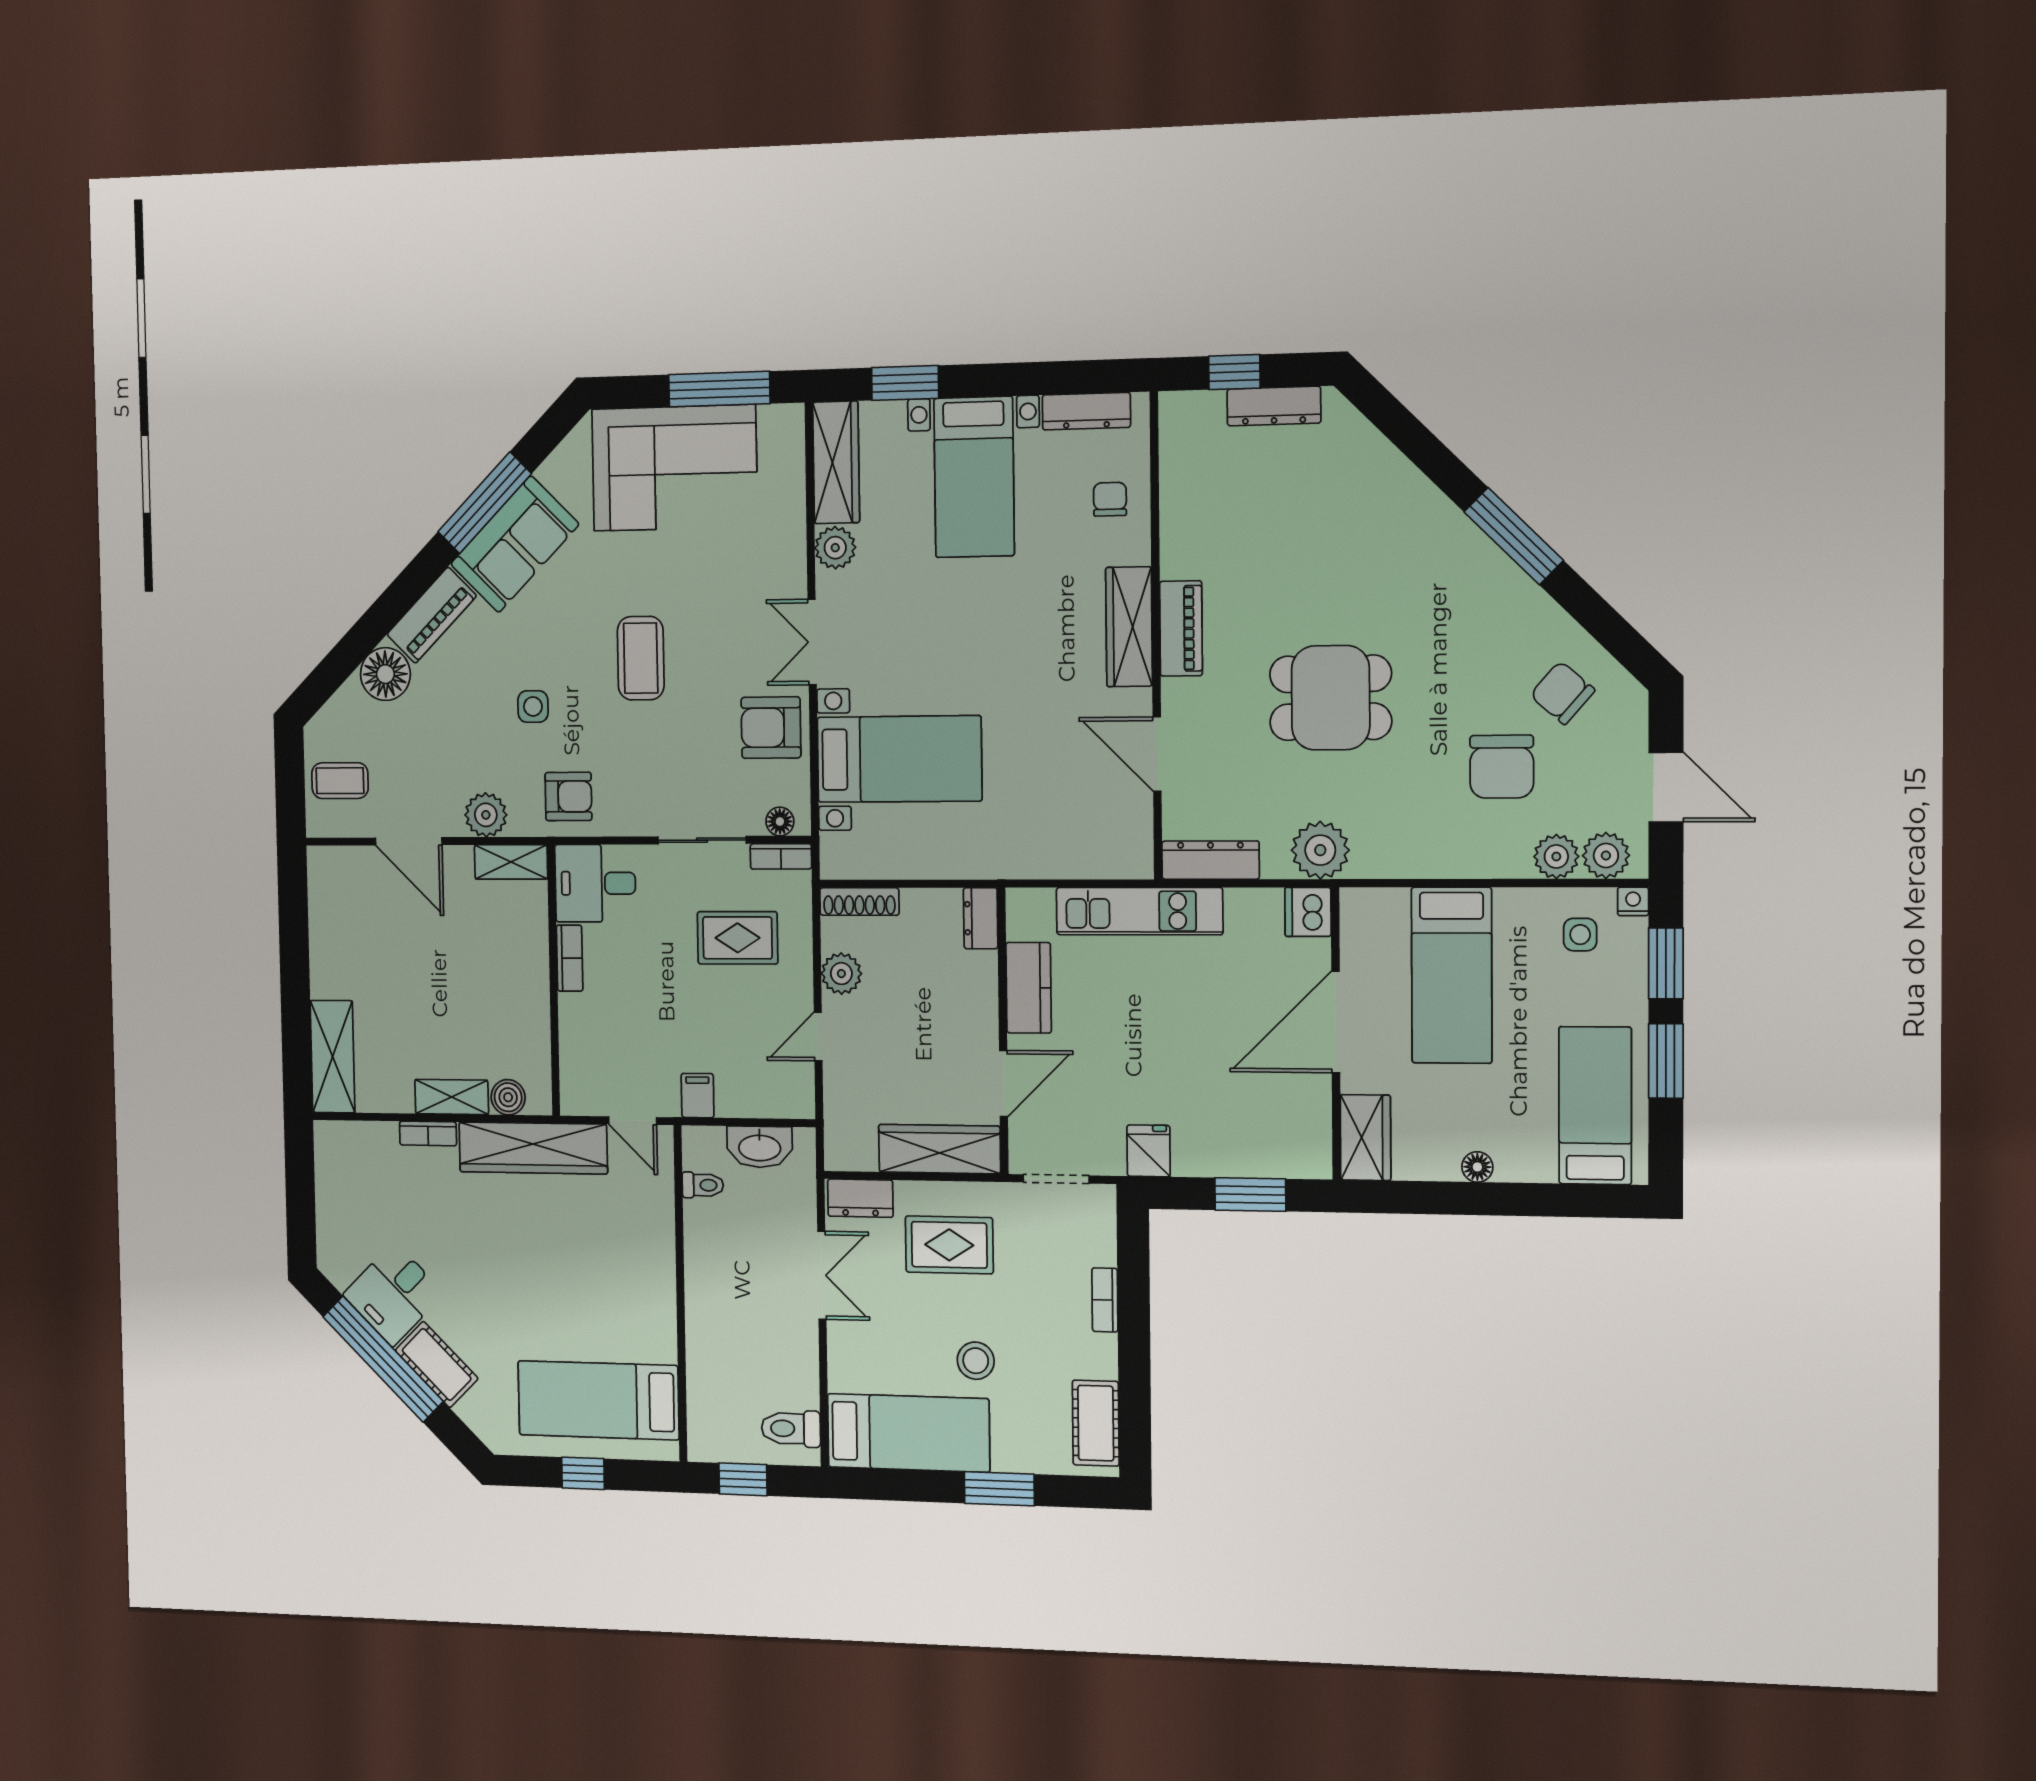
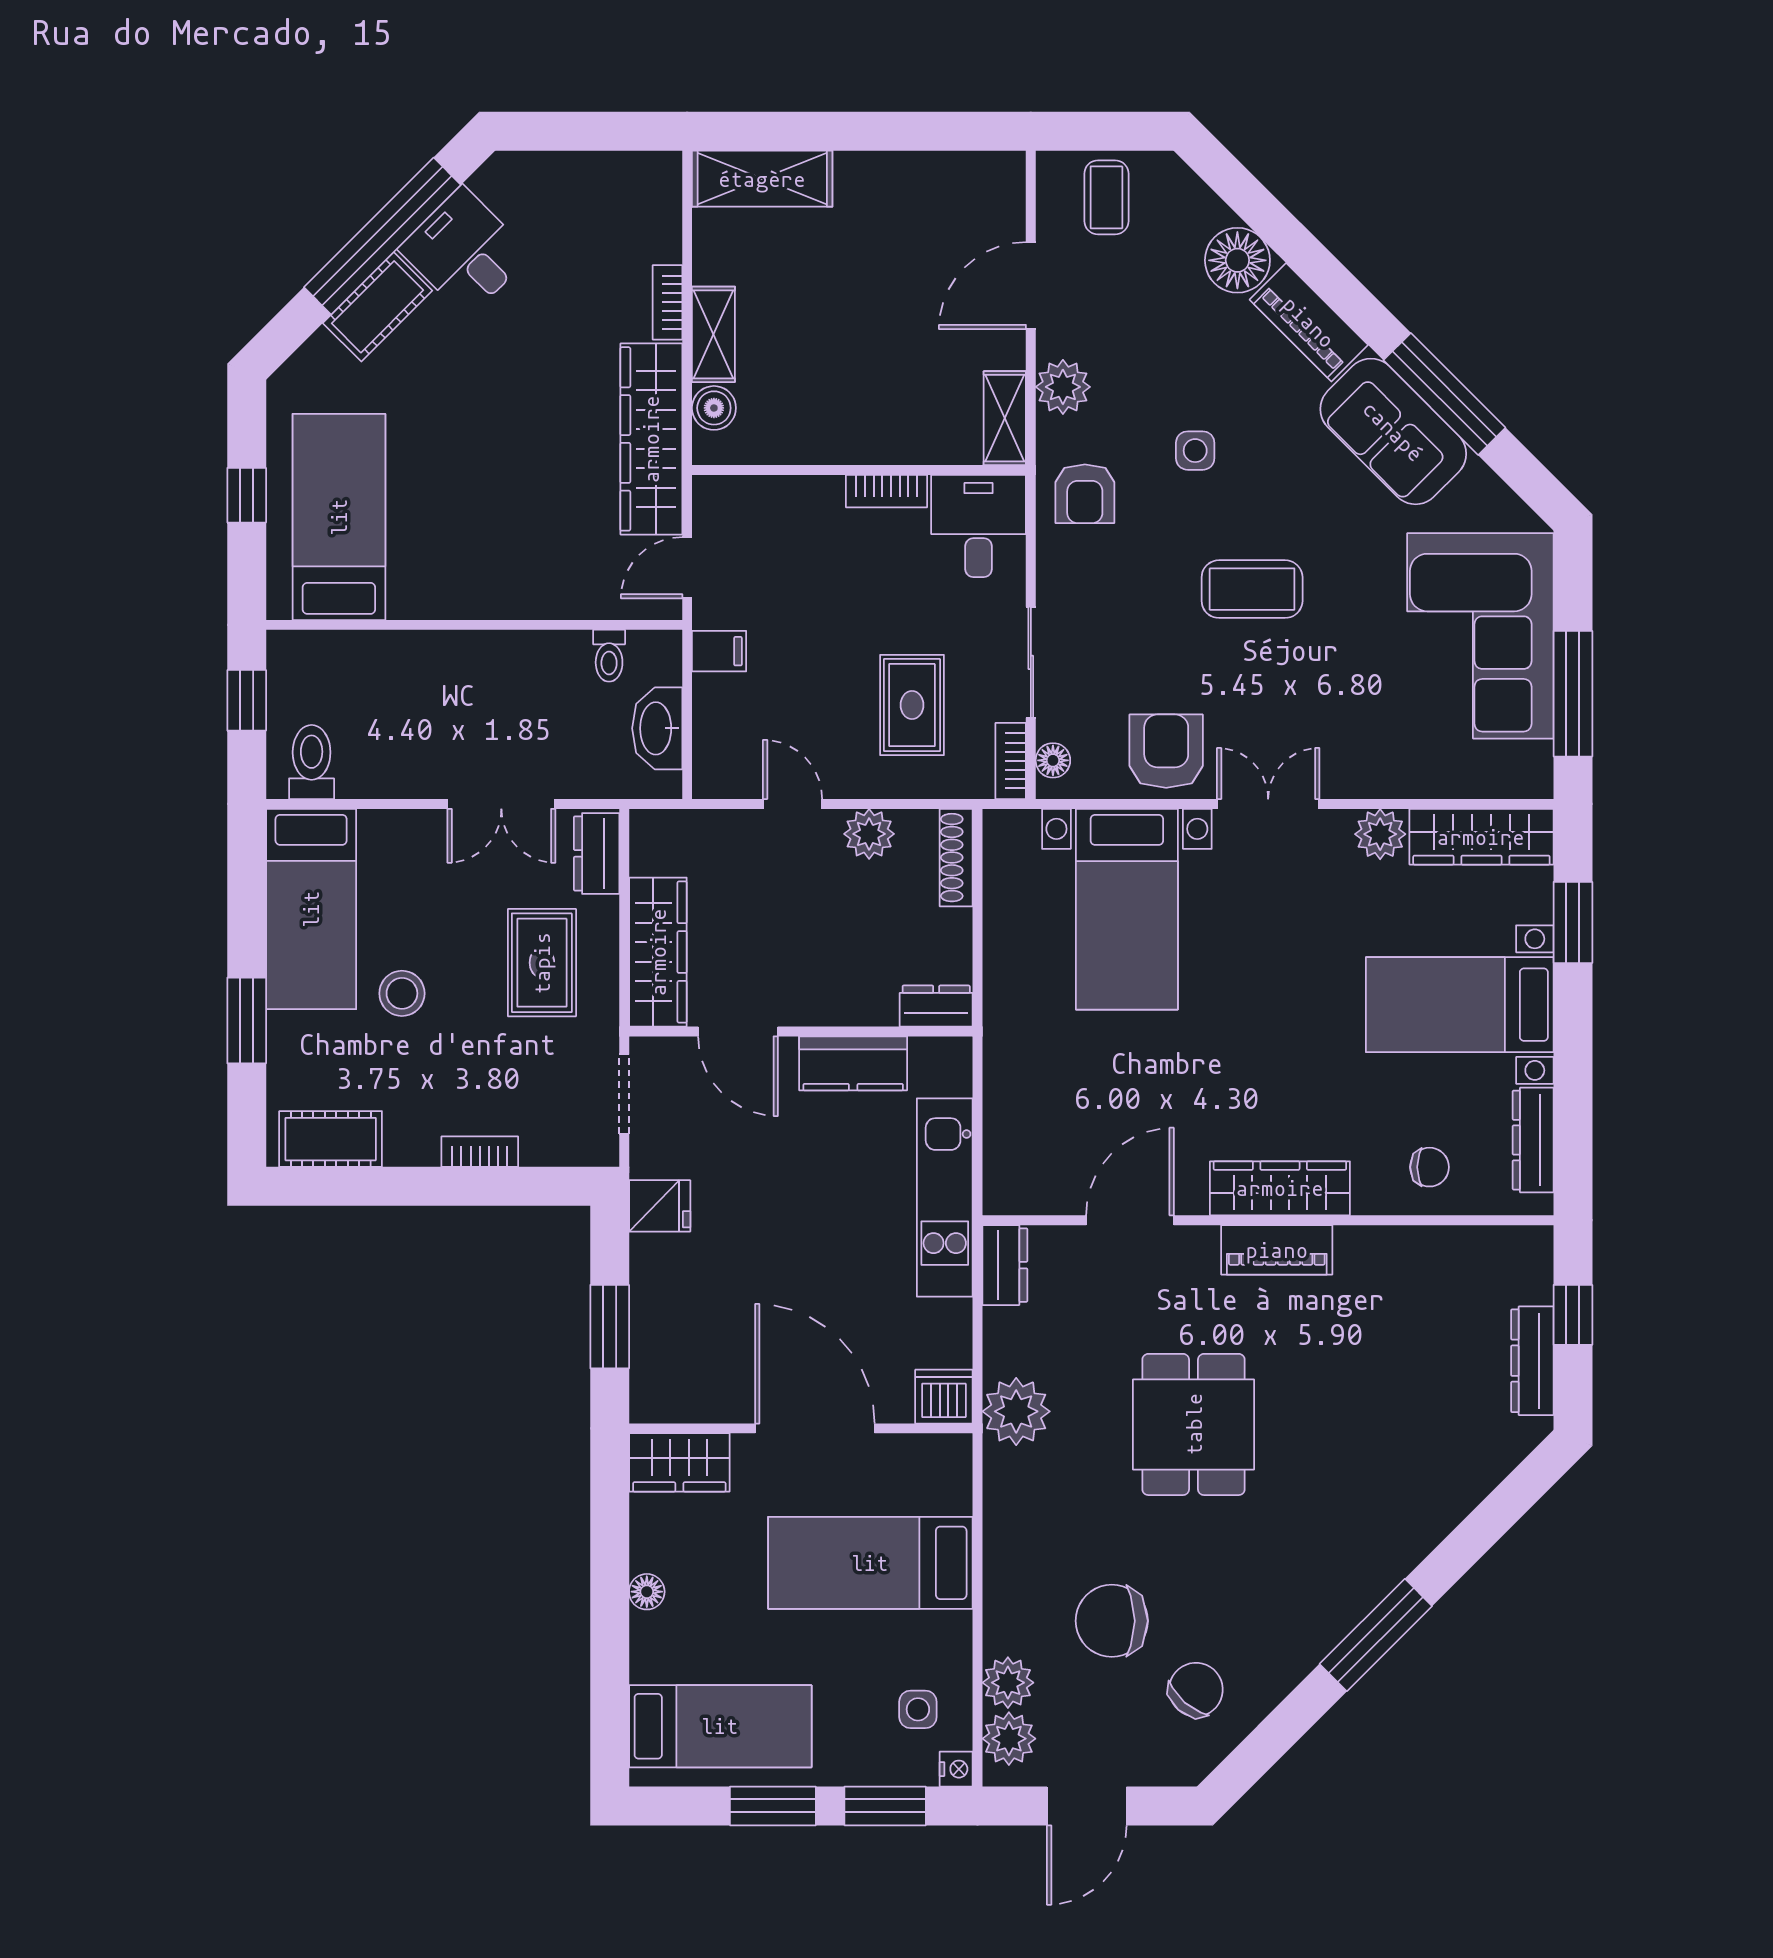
dresser: (1211, 860) -> (1005, 1265), width x0.70

